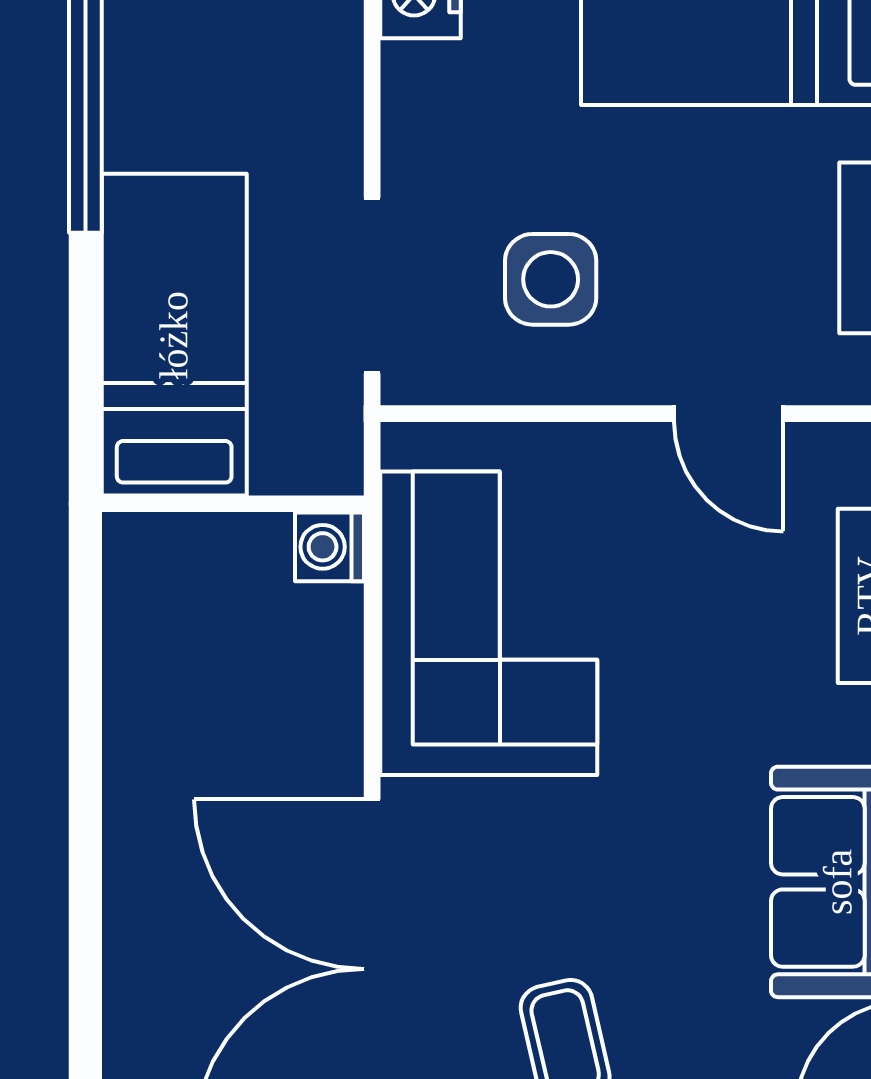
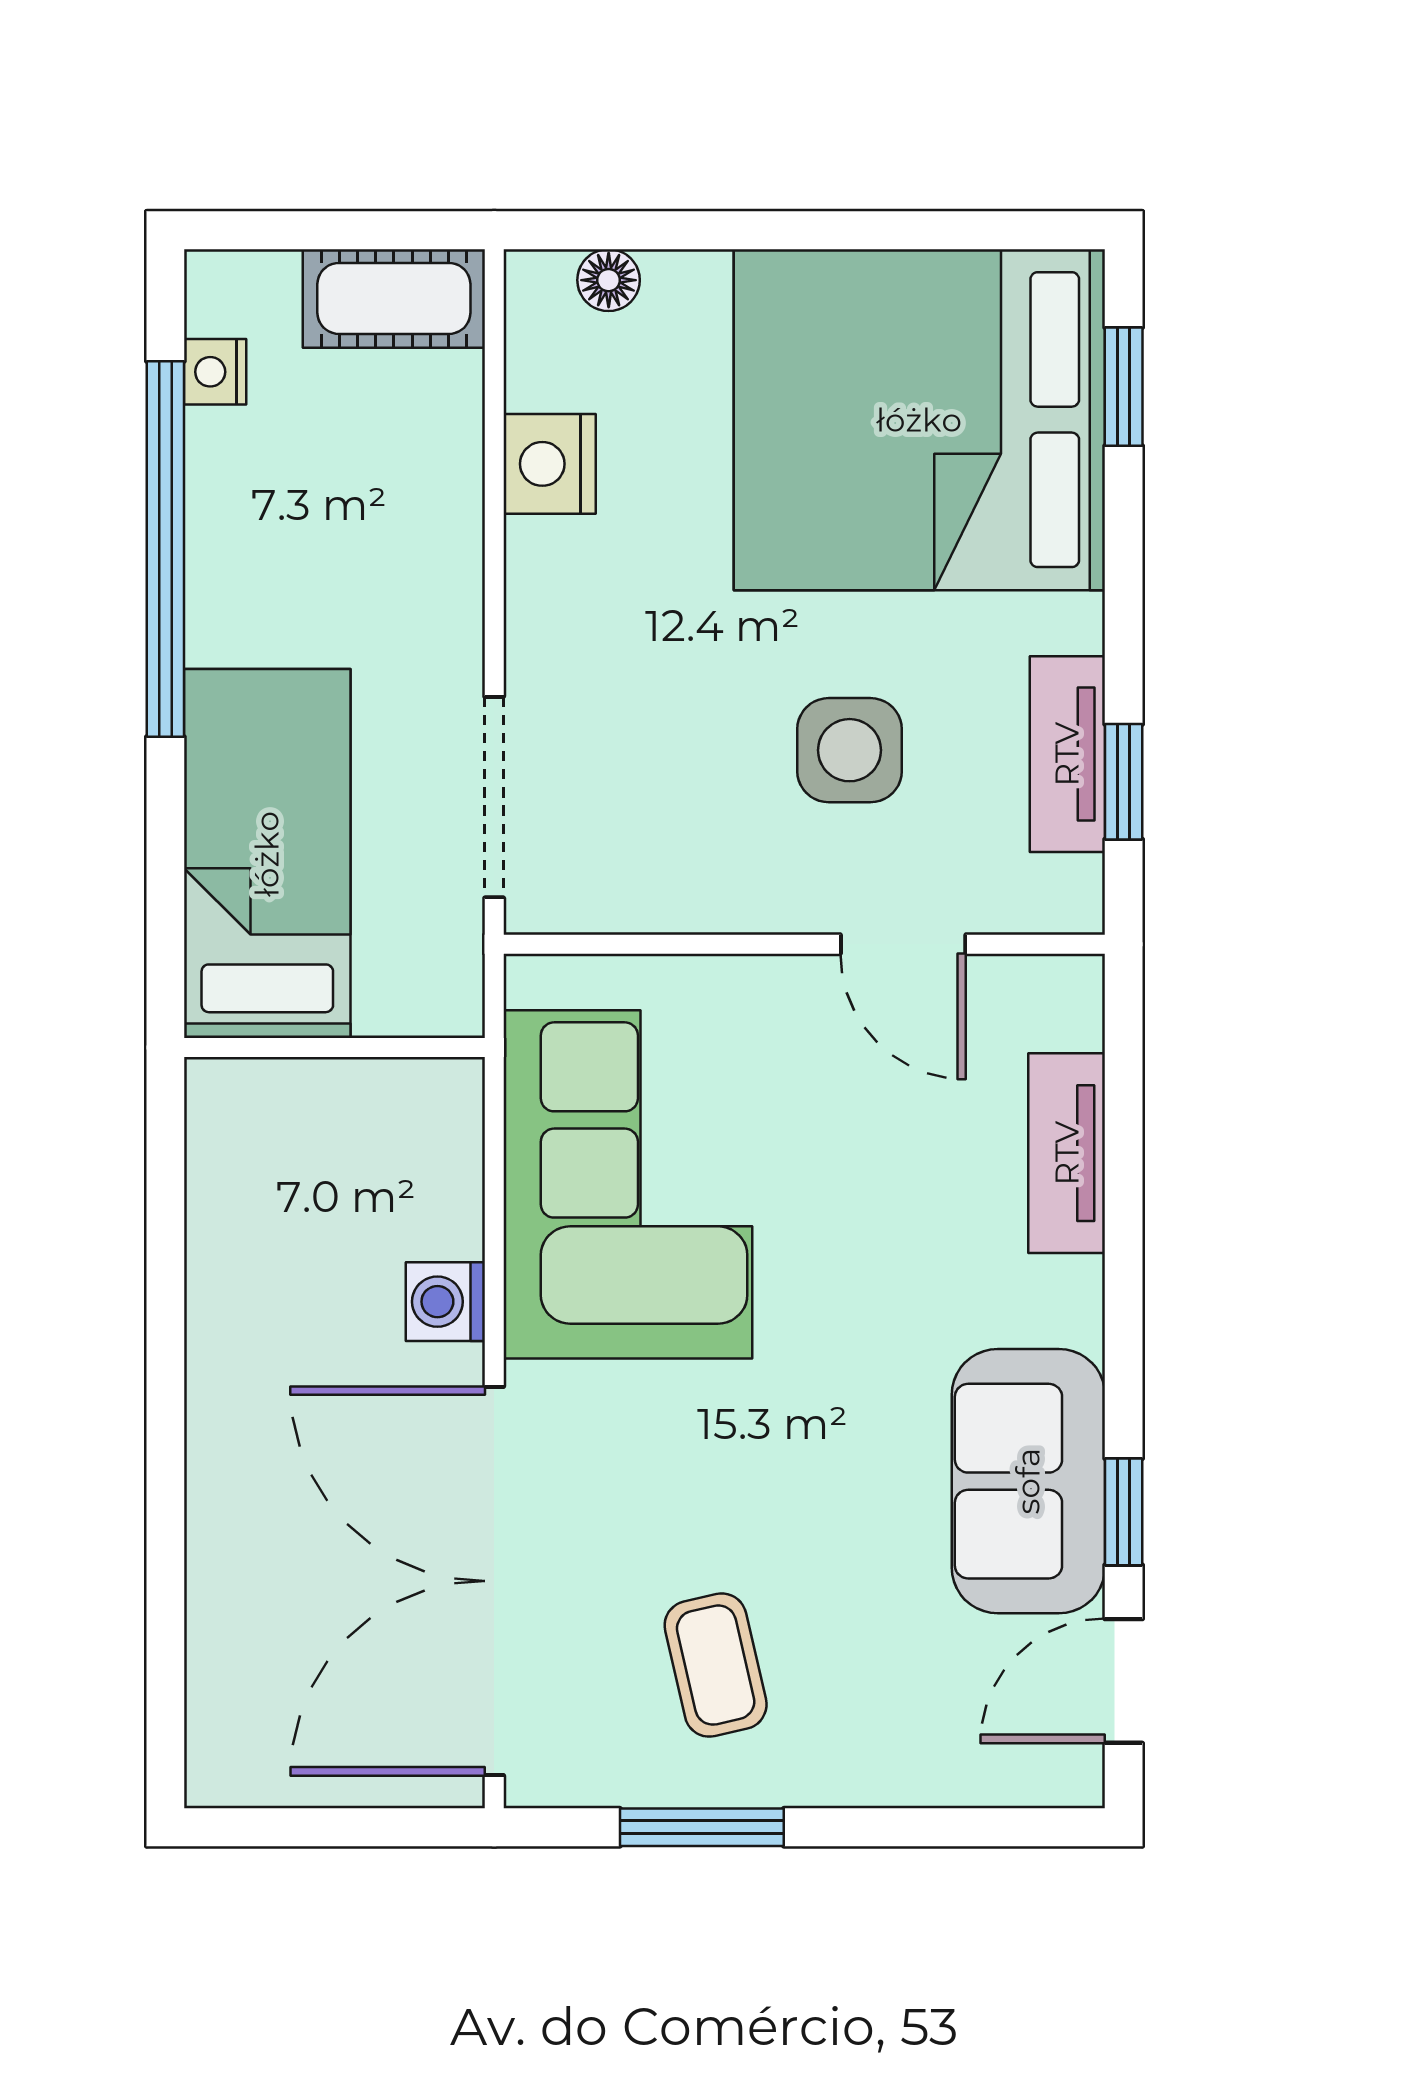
side table: (551, 279) -> (850, 750), moved
washing machine: (329, 547) -> (445, 1302), moved

